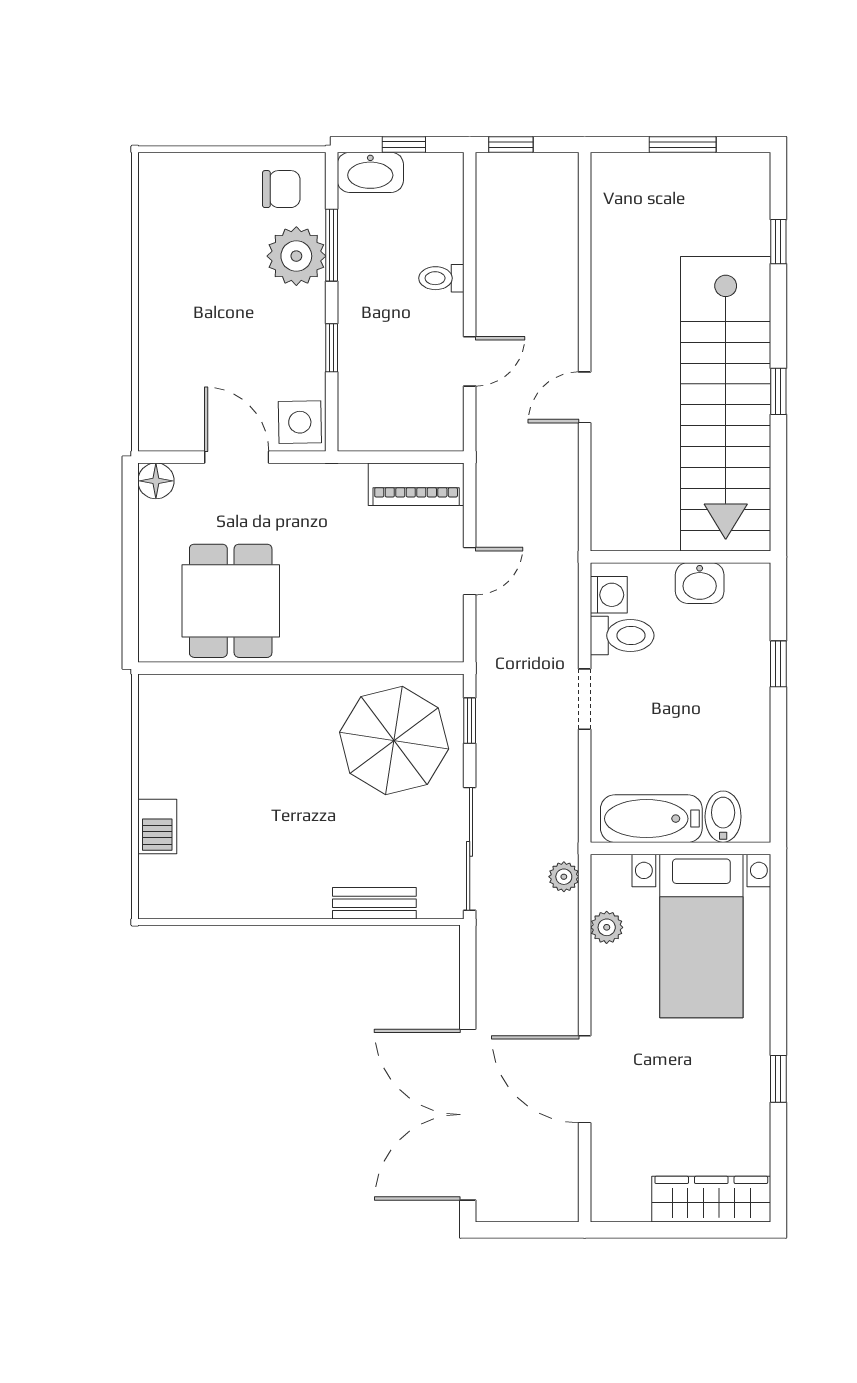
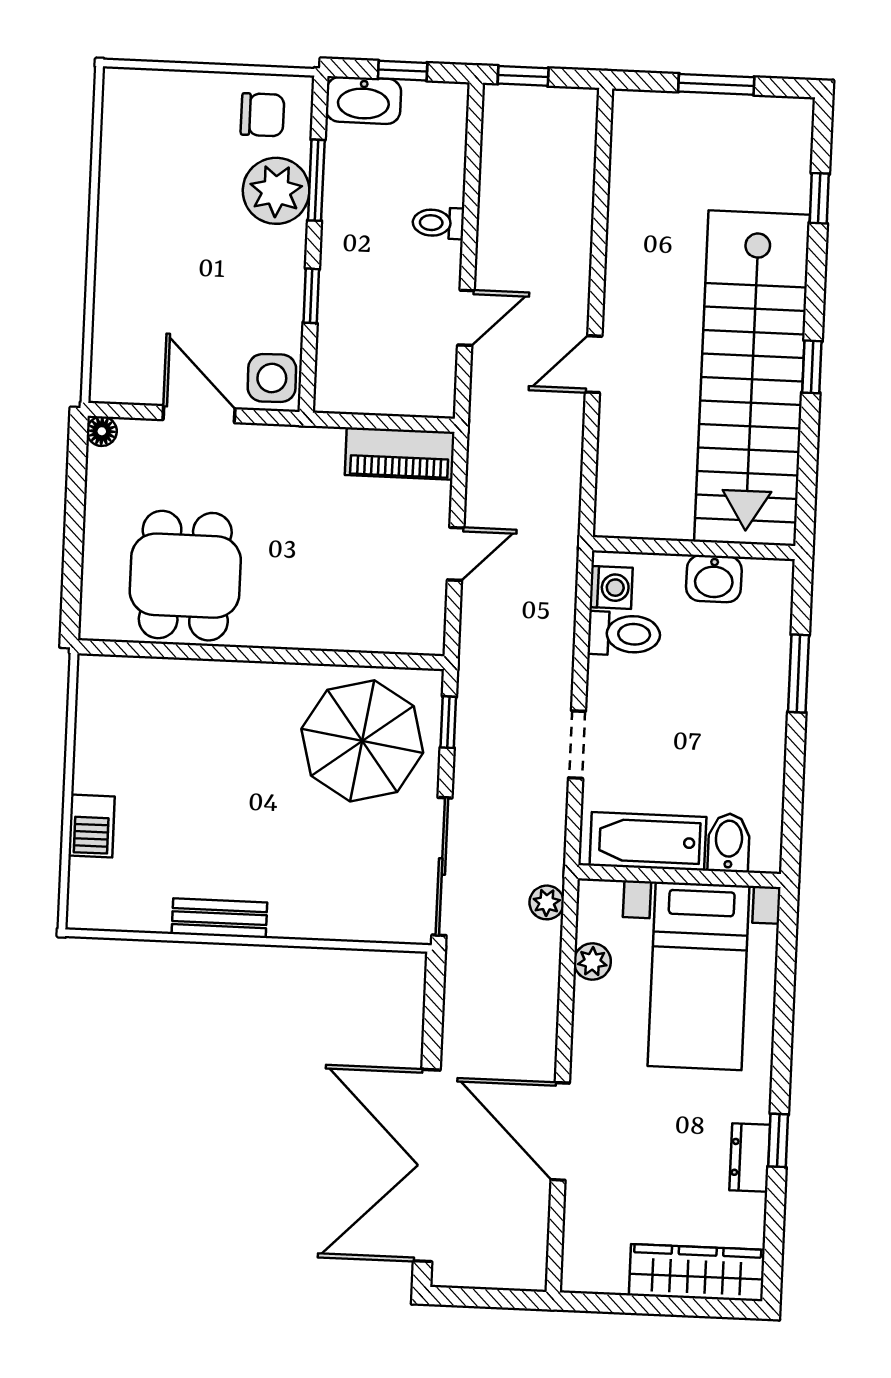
floor lamp: (156, 481) -> (102, 431), width x0.73, depth x0.73
window: (778, 664) -> (798, 674), width x1.50
doorway: (585, 699) -> (577, 745), moved
bench: (374, 903) -> (219, 918), moved
dresser: (754, 1095) -> (750, 1158), added

